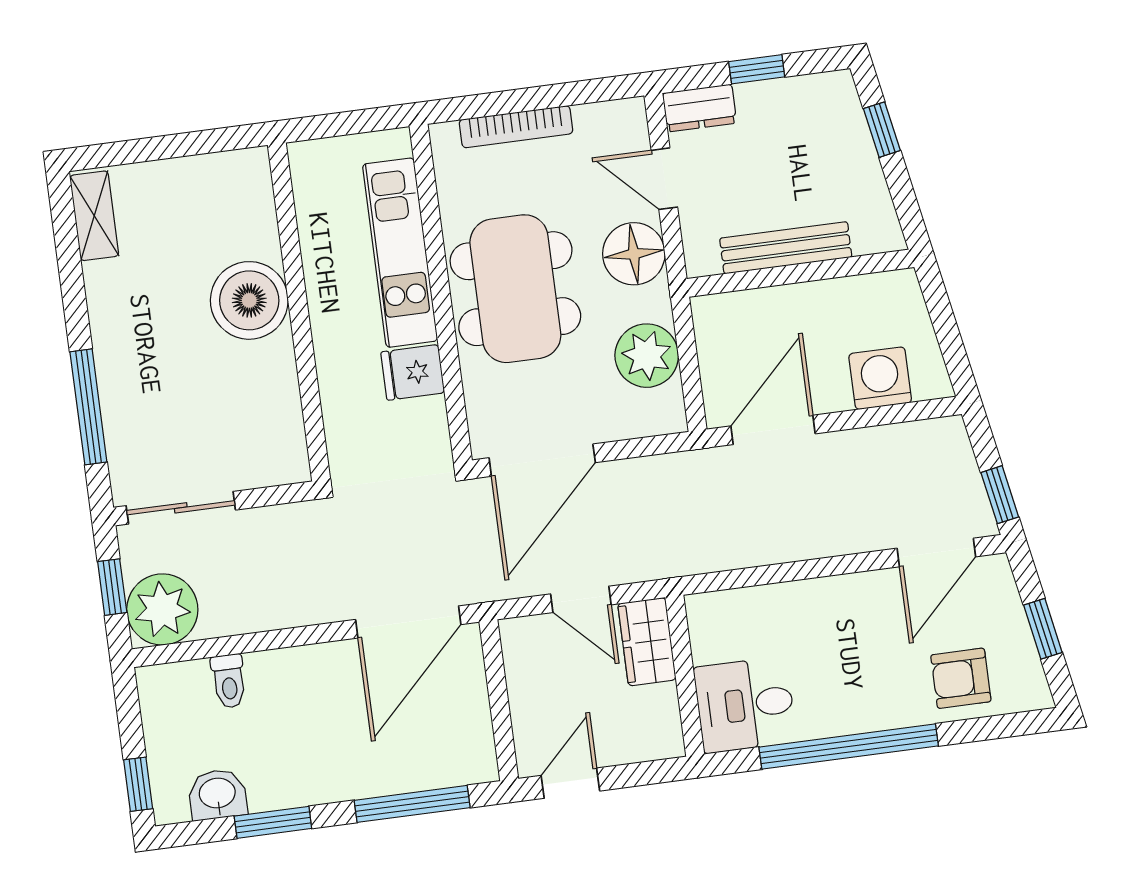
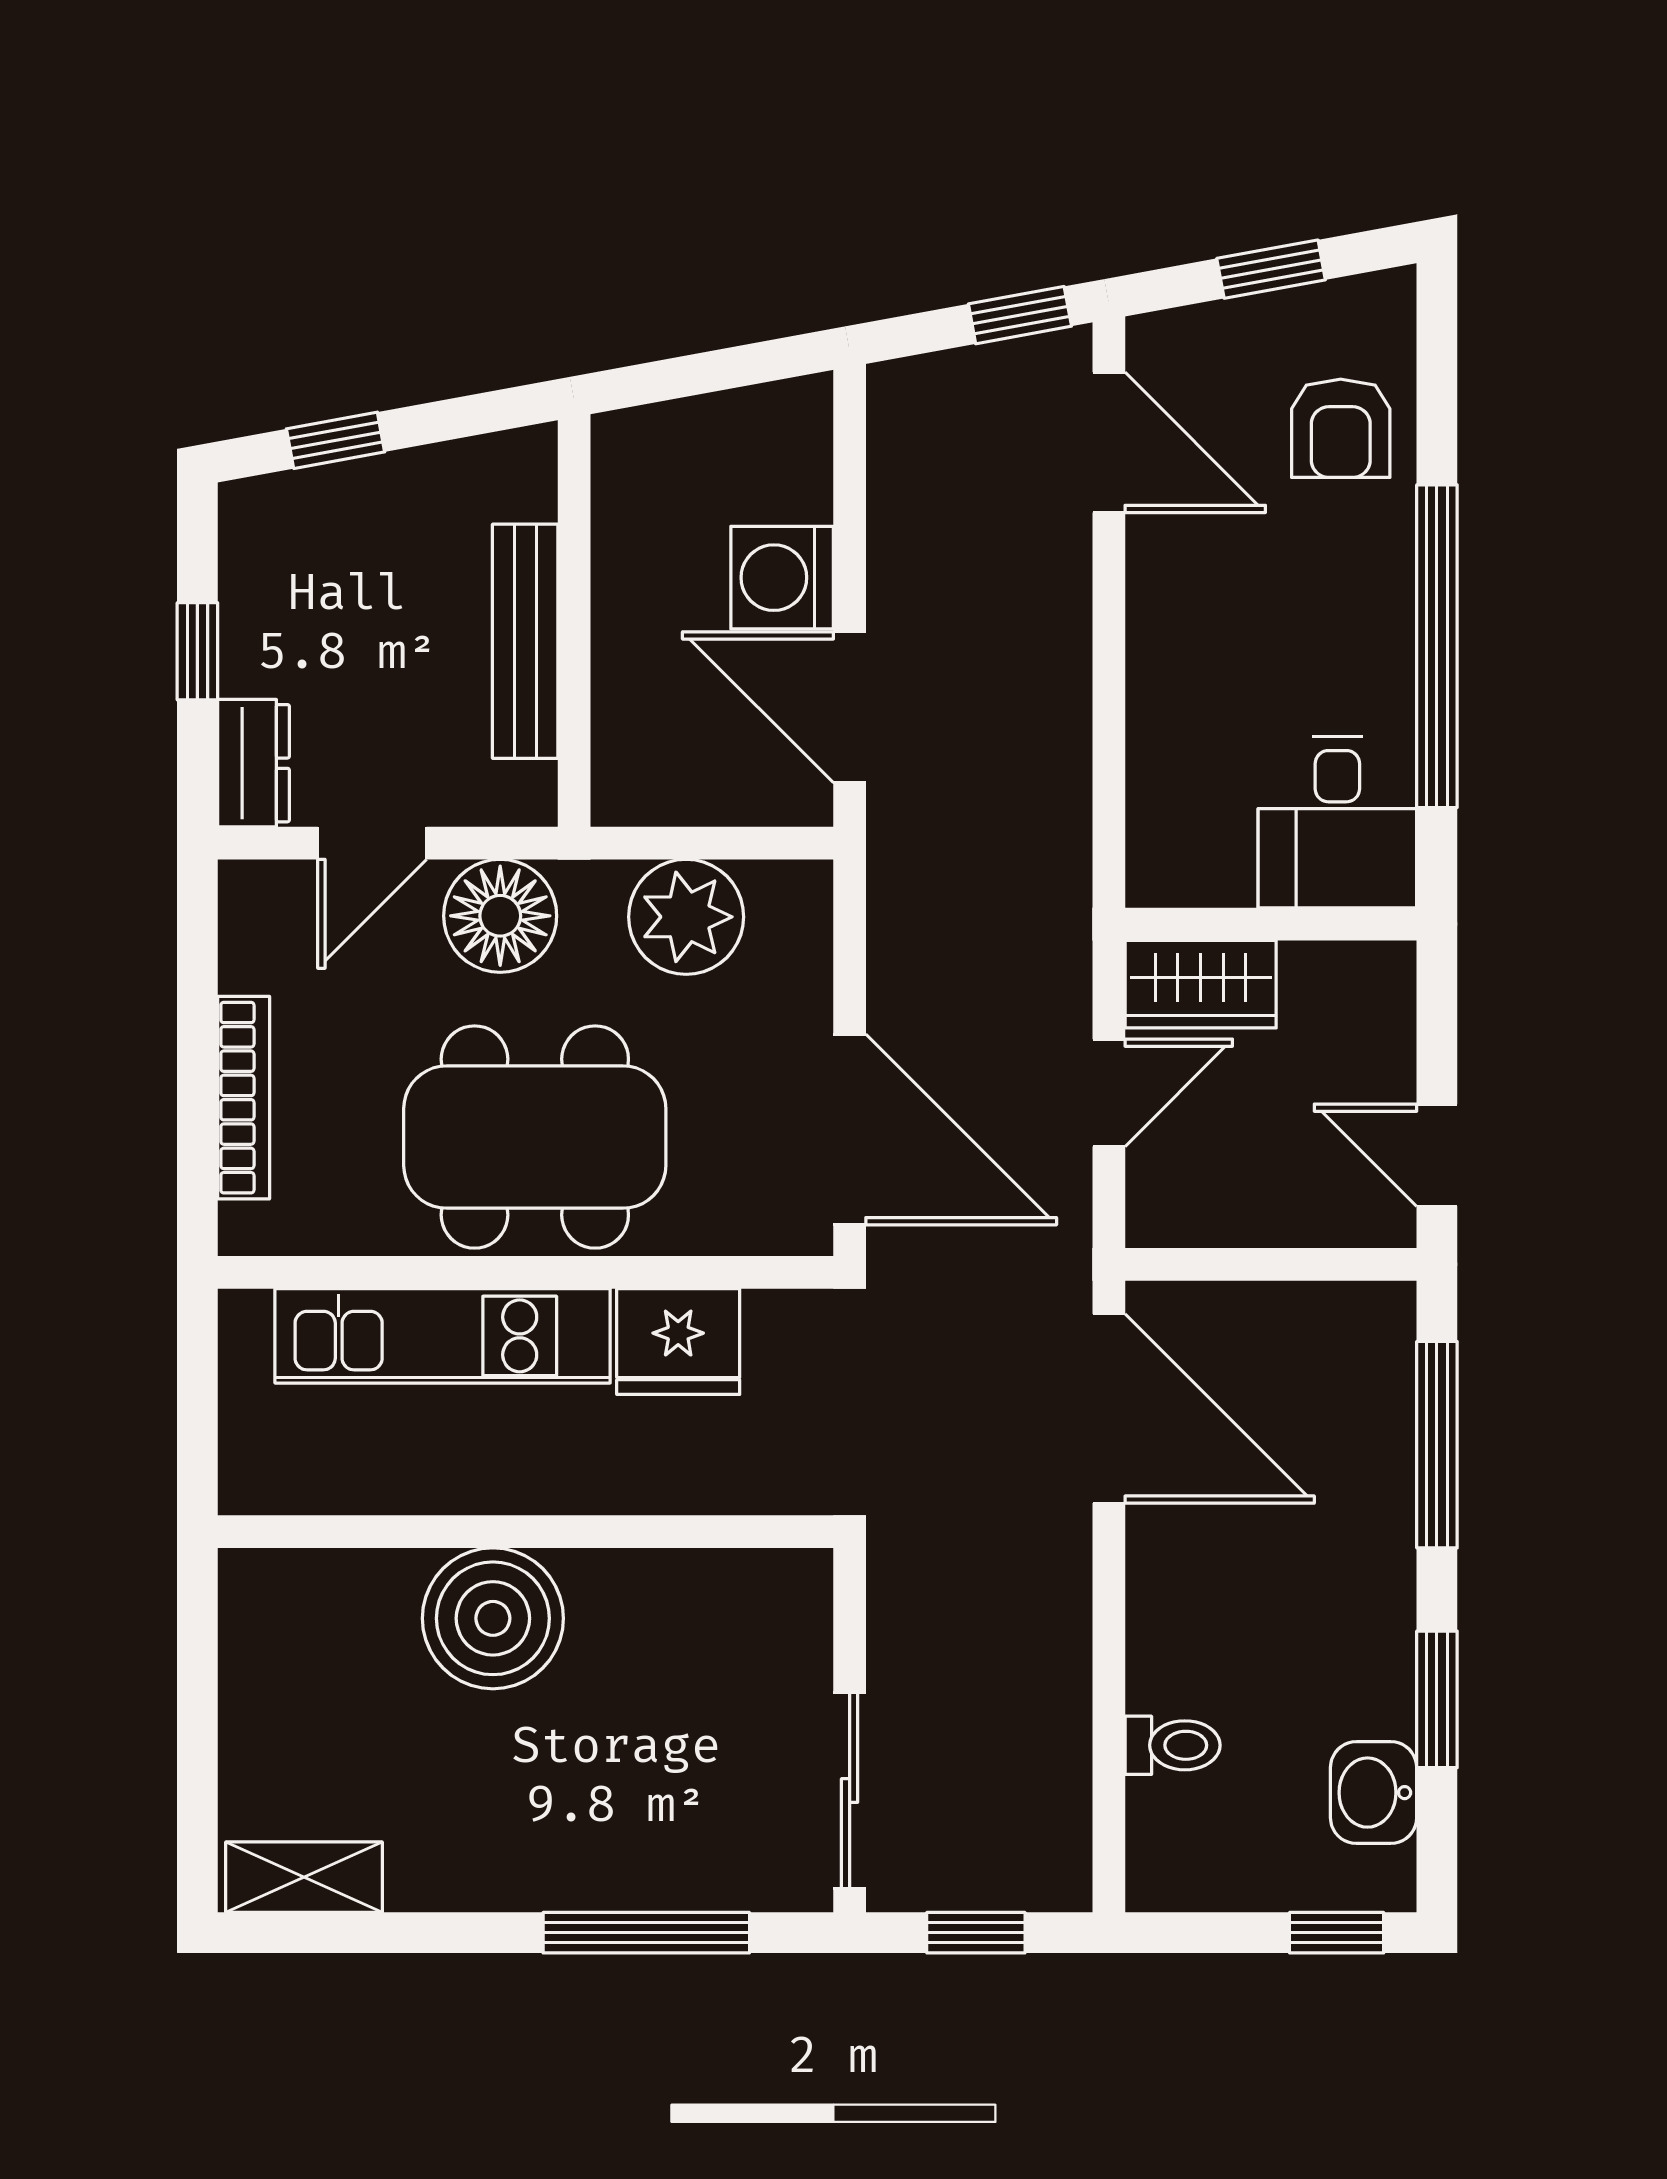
fridge: (413, 372) -> (678, 1342), width x1.38
washing machine: (880, 378) -> (782, 578), moved
plant: (162, 609) -> (1028, 1848), removed

